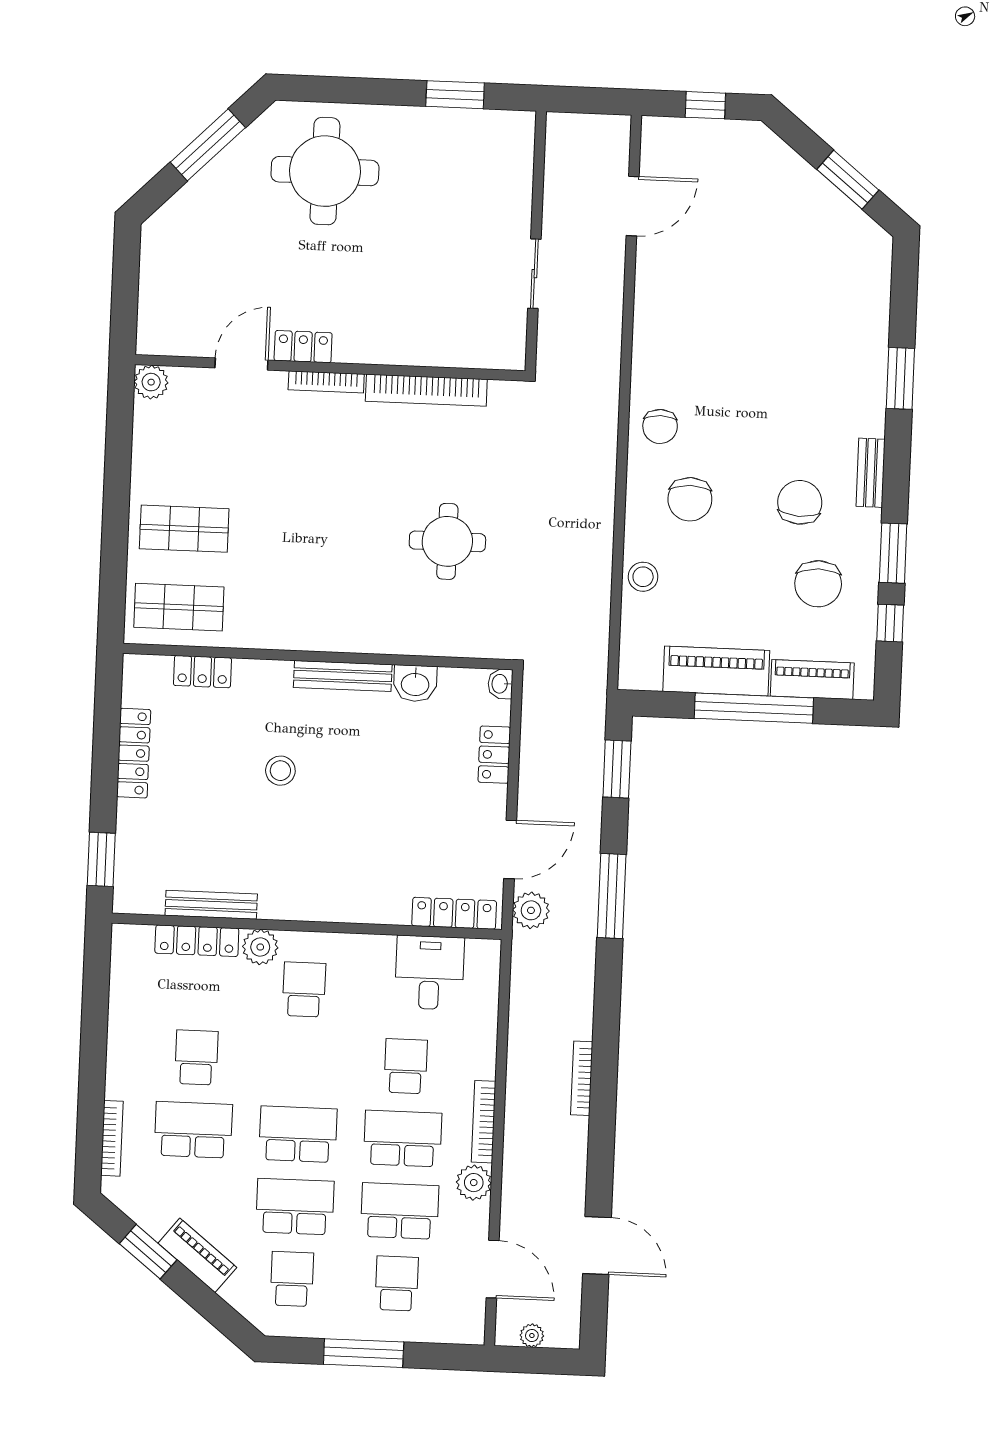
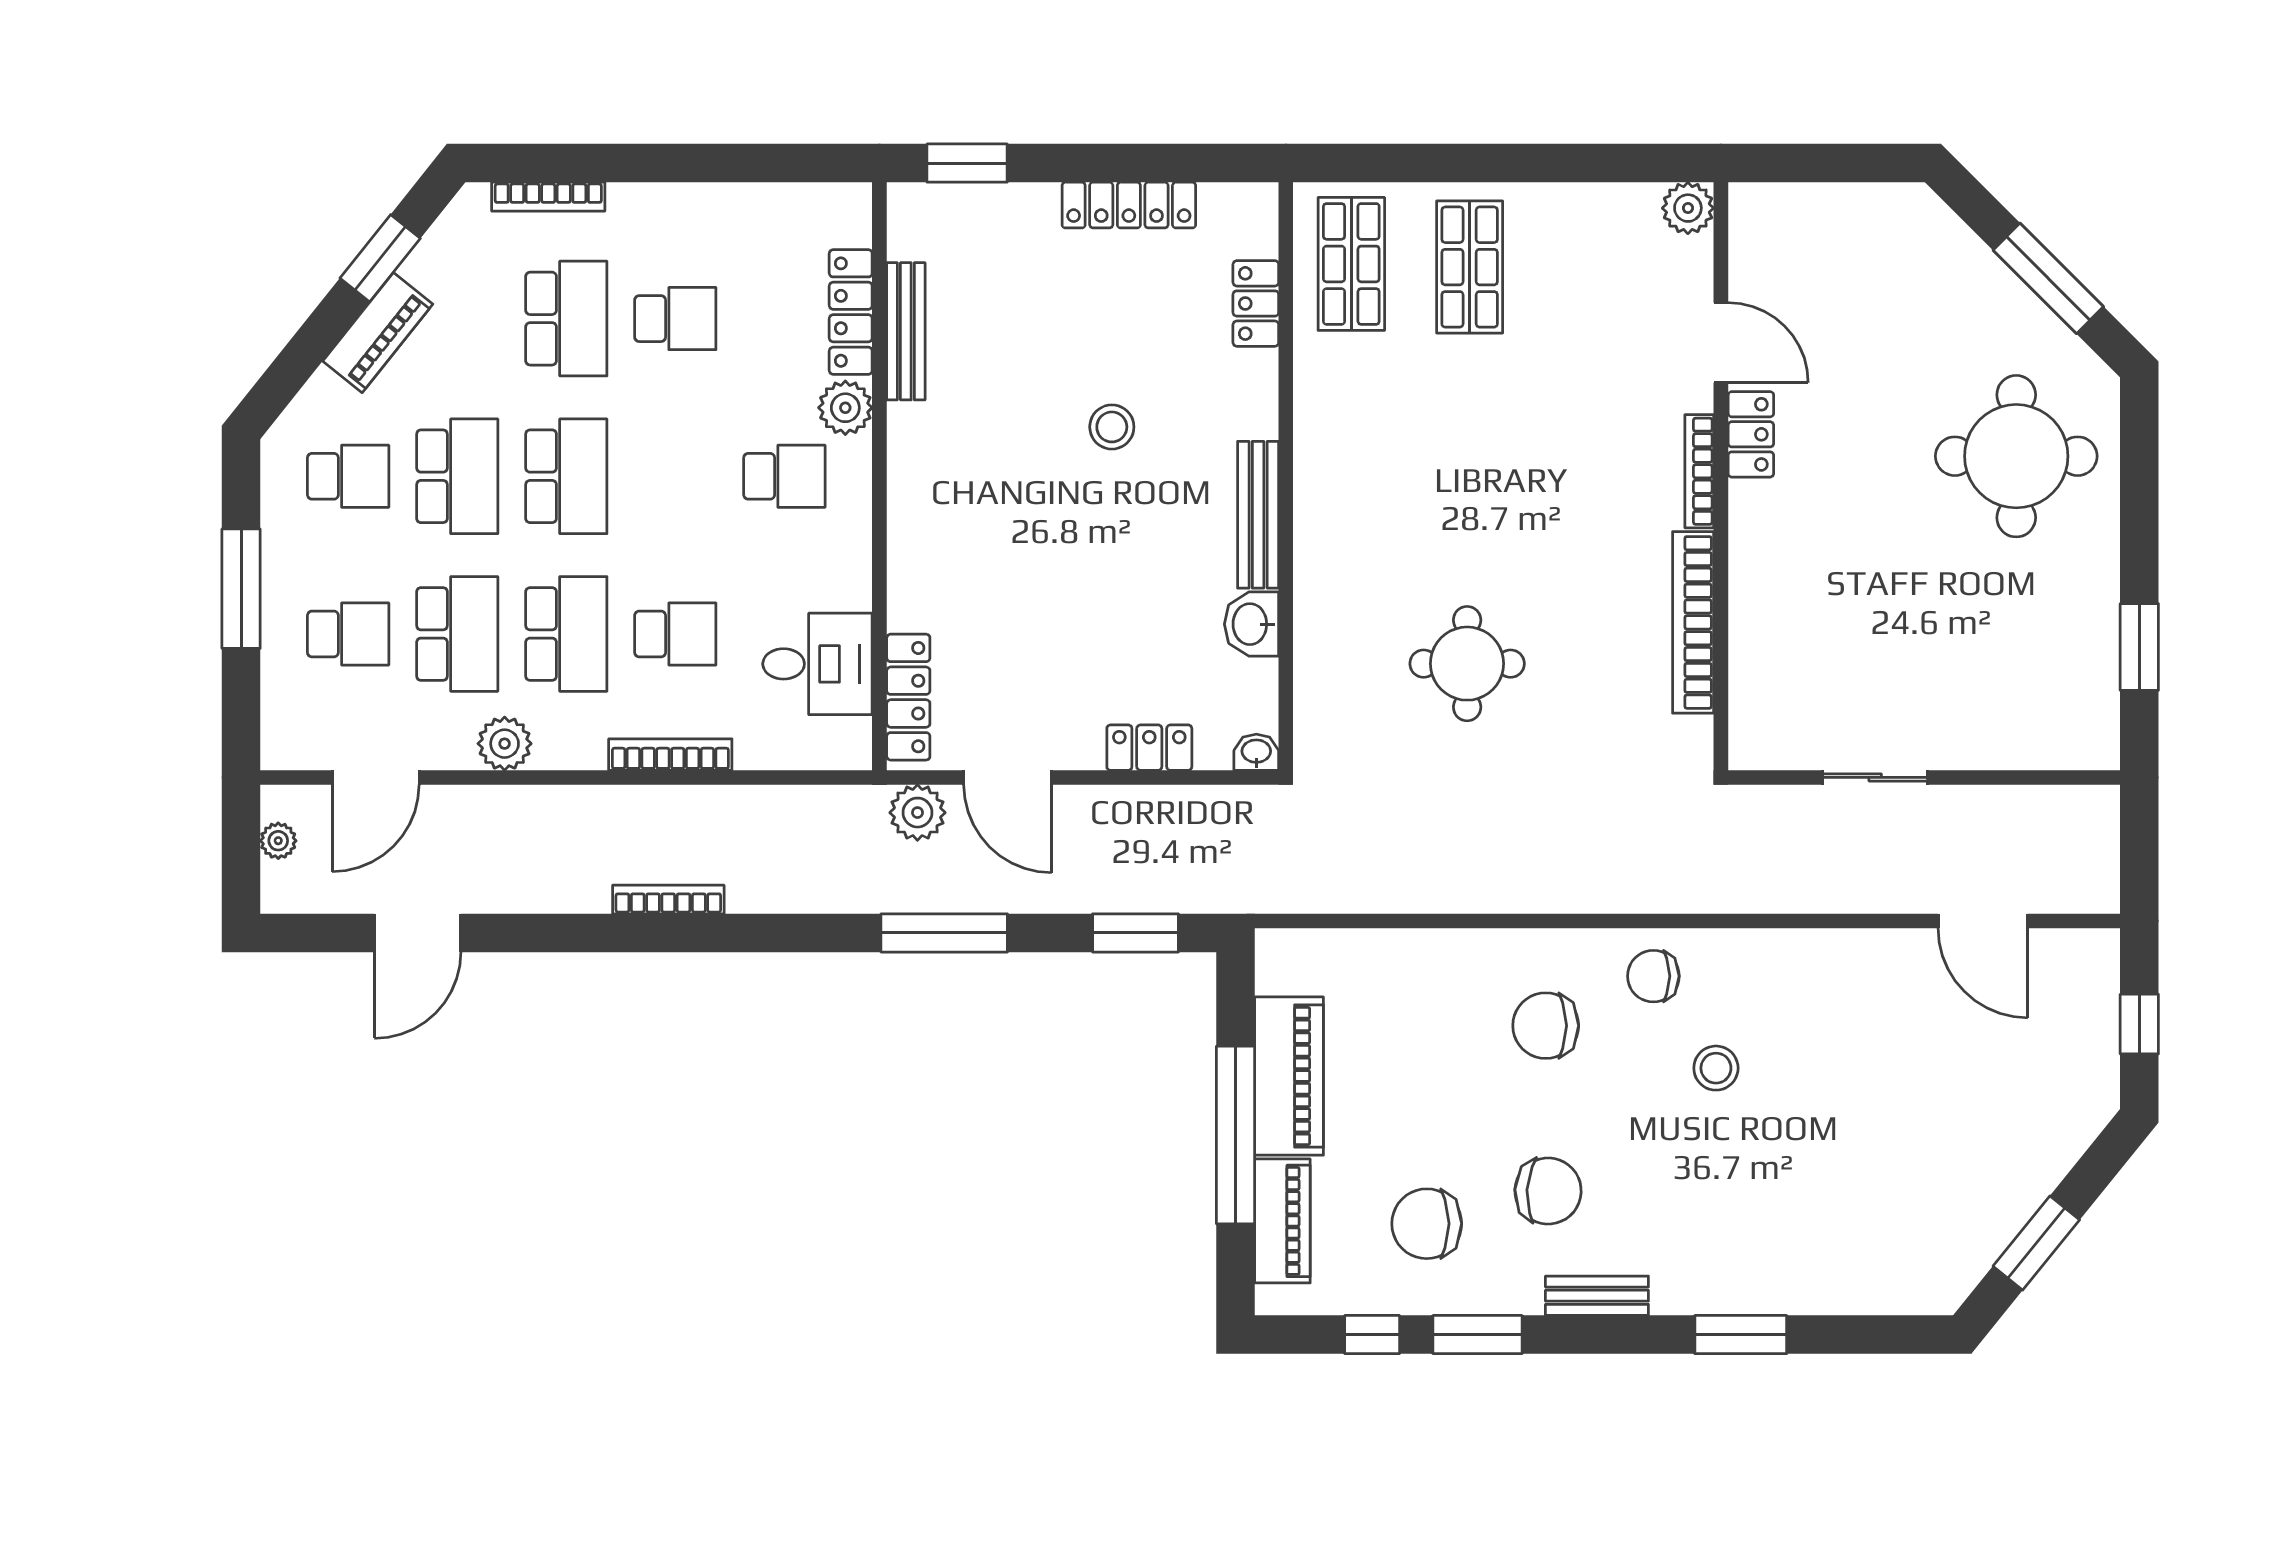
stool: (643, 577) -> (1716, 1068), moved
bookcase: (484, 1122) -> (670, 755), moved

